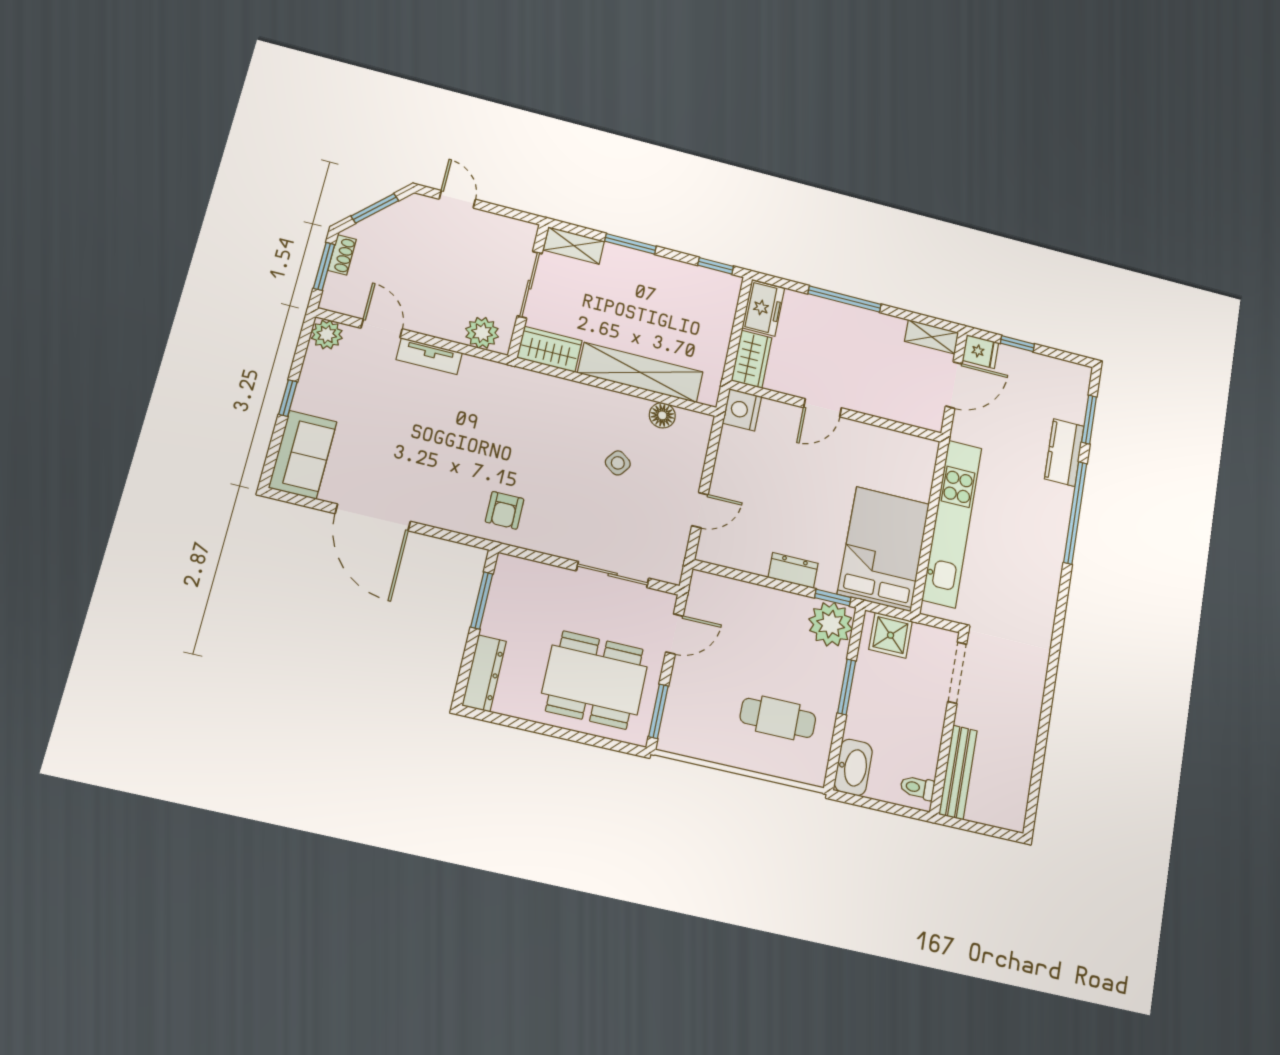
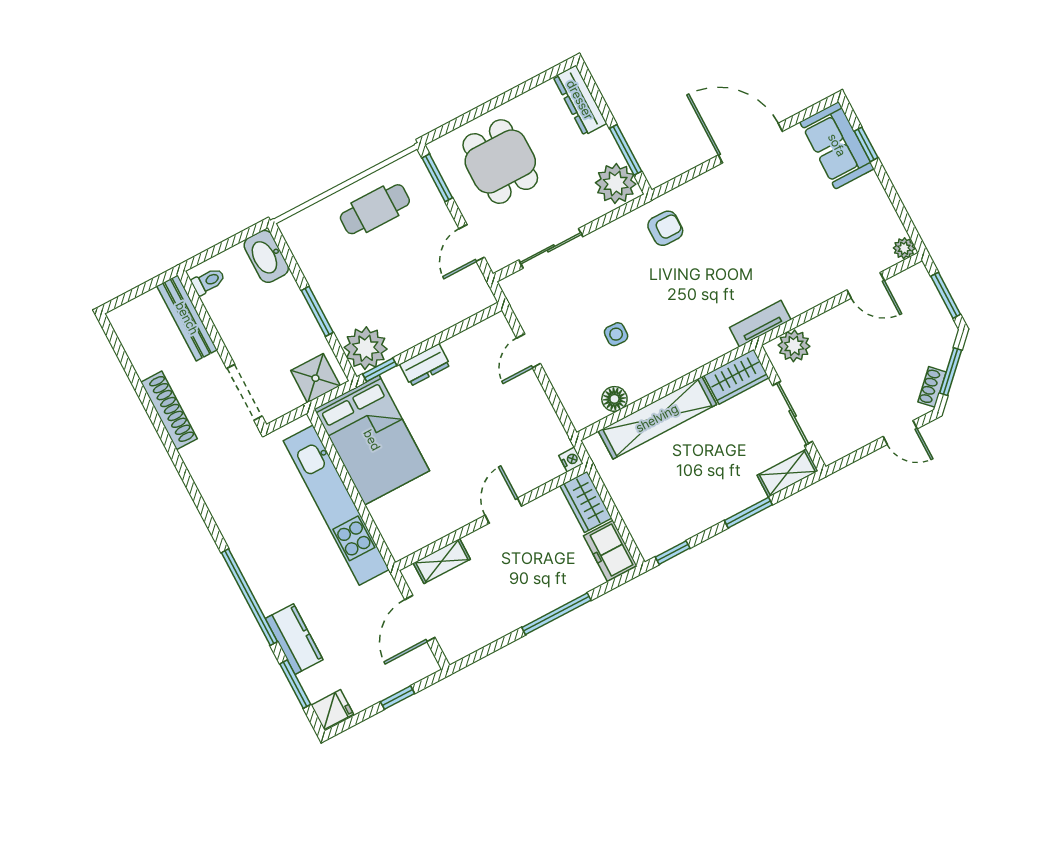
shoe rack: (342, 255) -> (932, 387), moved, turned 45
plant: (327, 334) -> (904, 248), width x0.73, depth x0.73
shelving: (932, 337) -> (442, 561), moved
fridge: (980, 352) -> (332, 710), moved, turned 180
tv unit: (429, 356) -> (760, 324), moved
window: (288, 398) -> (866, 144), moved
nightstand: (742, 410) -> (571, 460), width x0.53, depth x0.56
side table: (618, 463) -> (616, 334), turned -34
armchair: (505, 510) -> (665, 228), turned 90
plant: (514, 580) -> (616, 183), added
dining table: (595, 680) -> (500, 162), width x0.73
shoe rack: (1030, 710) -> (169, 410), added
cafe table: (778, 718) -> (375, 209), moved

